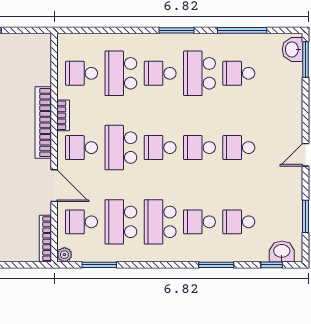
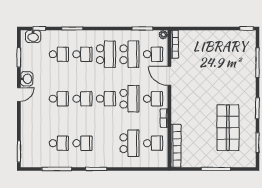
washbasin: (292, 49) -> (27, 79), moved
school desk: (160, 73) -> (106, 143), removed
school desk: (199, 73) -> (82, 143), width x0.54
bookcase: (43, 123) -> (176, 146), moved

